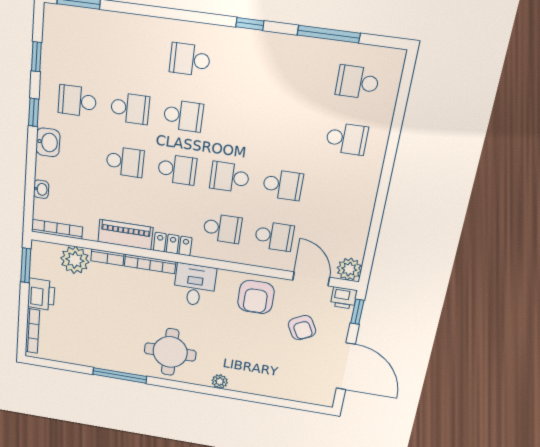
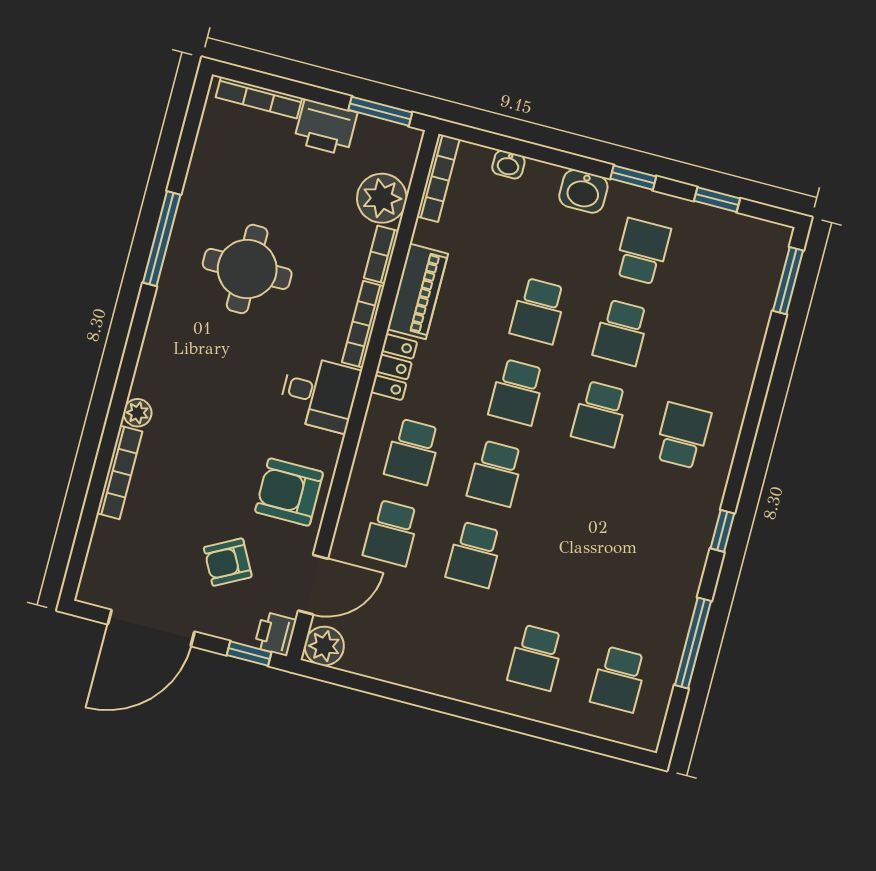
school desk: (357, 82) -> (619, 679), turned 180
school desk: (230, 177) -> (496, 473), turned 180
round table: (170, 352) -> (247, 269), moved
bookcase: (255, 389) -> (120, 472), added

